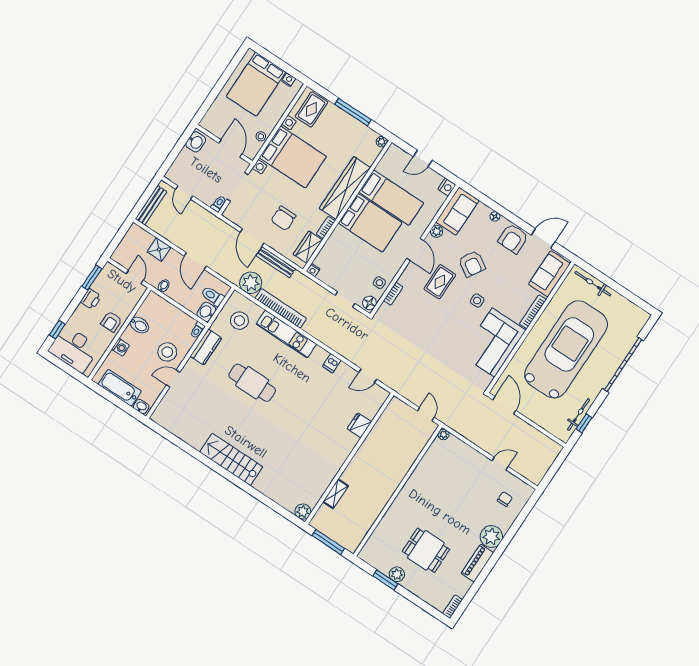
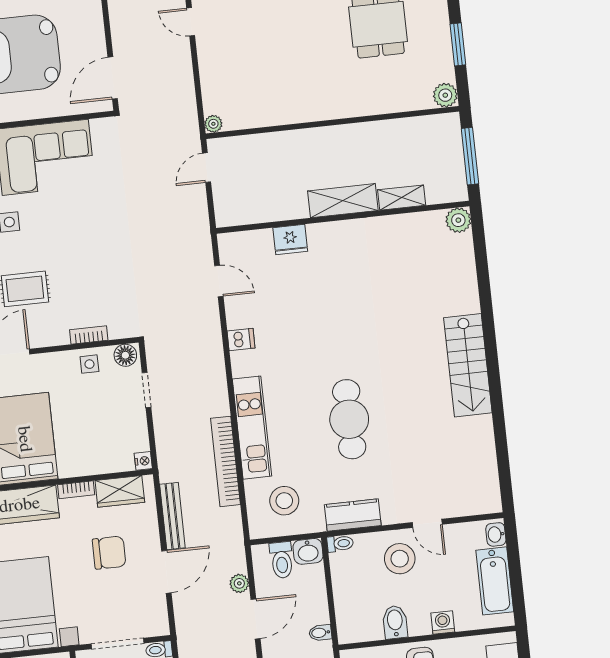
plant: (251, 283) -> (239, 583), moved, width x0.53, depth x0.53
shelving: (357, 465) -> (343, 201), added
plant: (397, 574) -> (445, 95), moved

